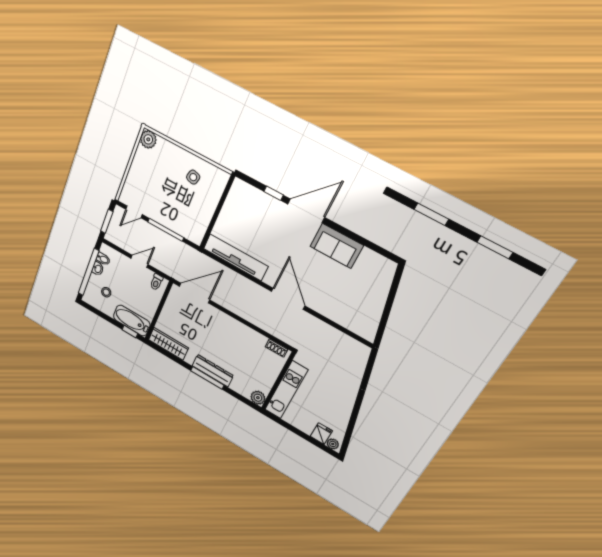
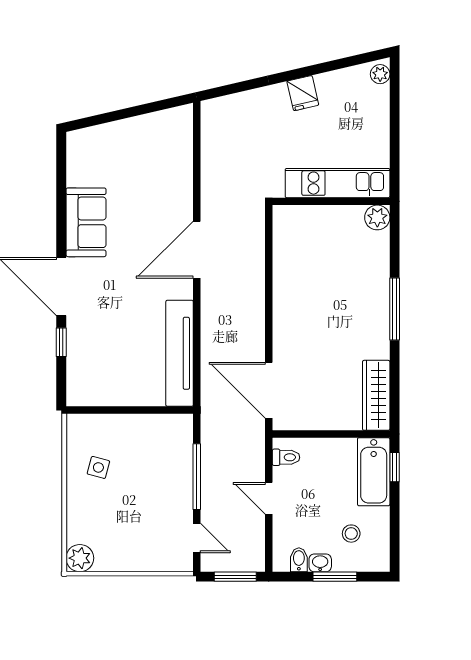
window: (89, 272) -> (335, 577), width x0.47
shoe rack: (276, 348) -> (281, 229), removed
dresser: (213, 371) -> (377, 306), removed
fridge: (321, 434) -> (303, 93), moved, turned -103

